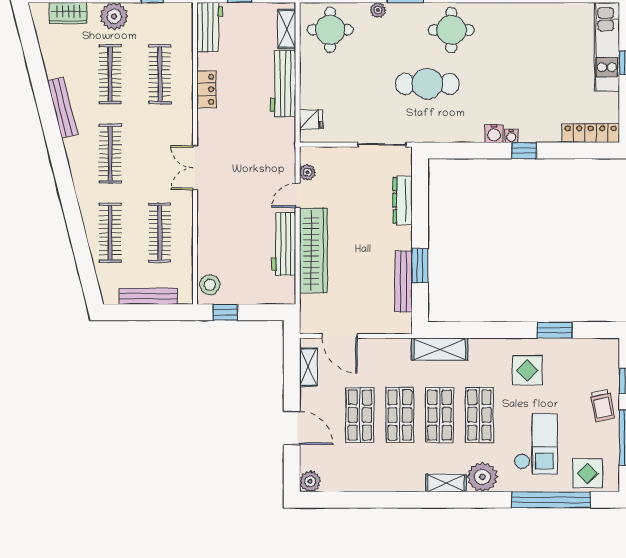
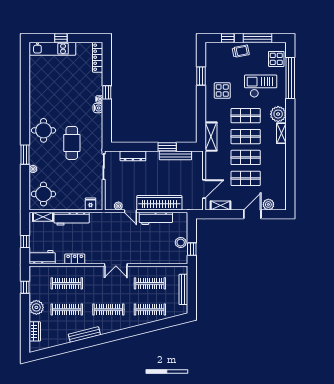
stool: (210, 285) -> (181, 243), moved
plant: (310, 481) -> (268, 204), moved

